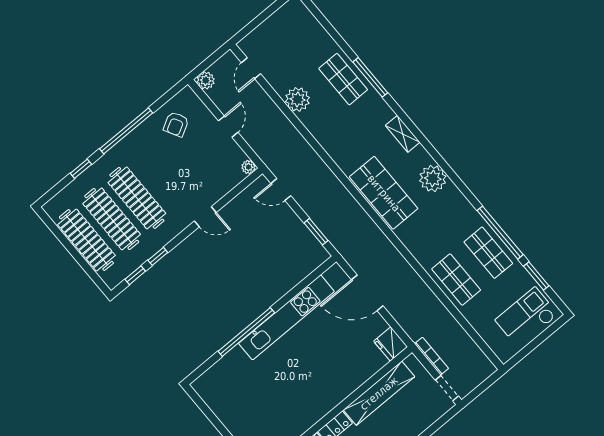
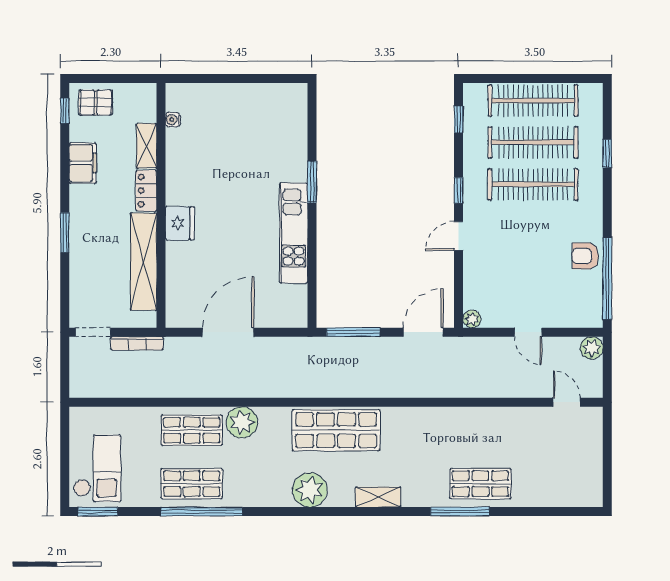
plant: (298, 99) -> (242, 422), moved
armchair: (176, 124) -> (585, 256), moved, turned -61
window: (126, 131) -> (607, 279), moved
door: (281, 190) -> (423, 332), width x1.38
window: (316, 232) -> (353, 332), width x1.44
window: (158, 256) -> (459, 190), moved
window: (536, 276) -> (98, 512), moved
door: (367, 293) -> (228, 332), moved
kitchen unit: (286, 317) -> (294, 233), width x0.73
window: (246, 332) -> (312, 182), width x0.47
fridge: (391, 344) -> (180, 223), moved, turned 90

